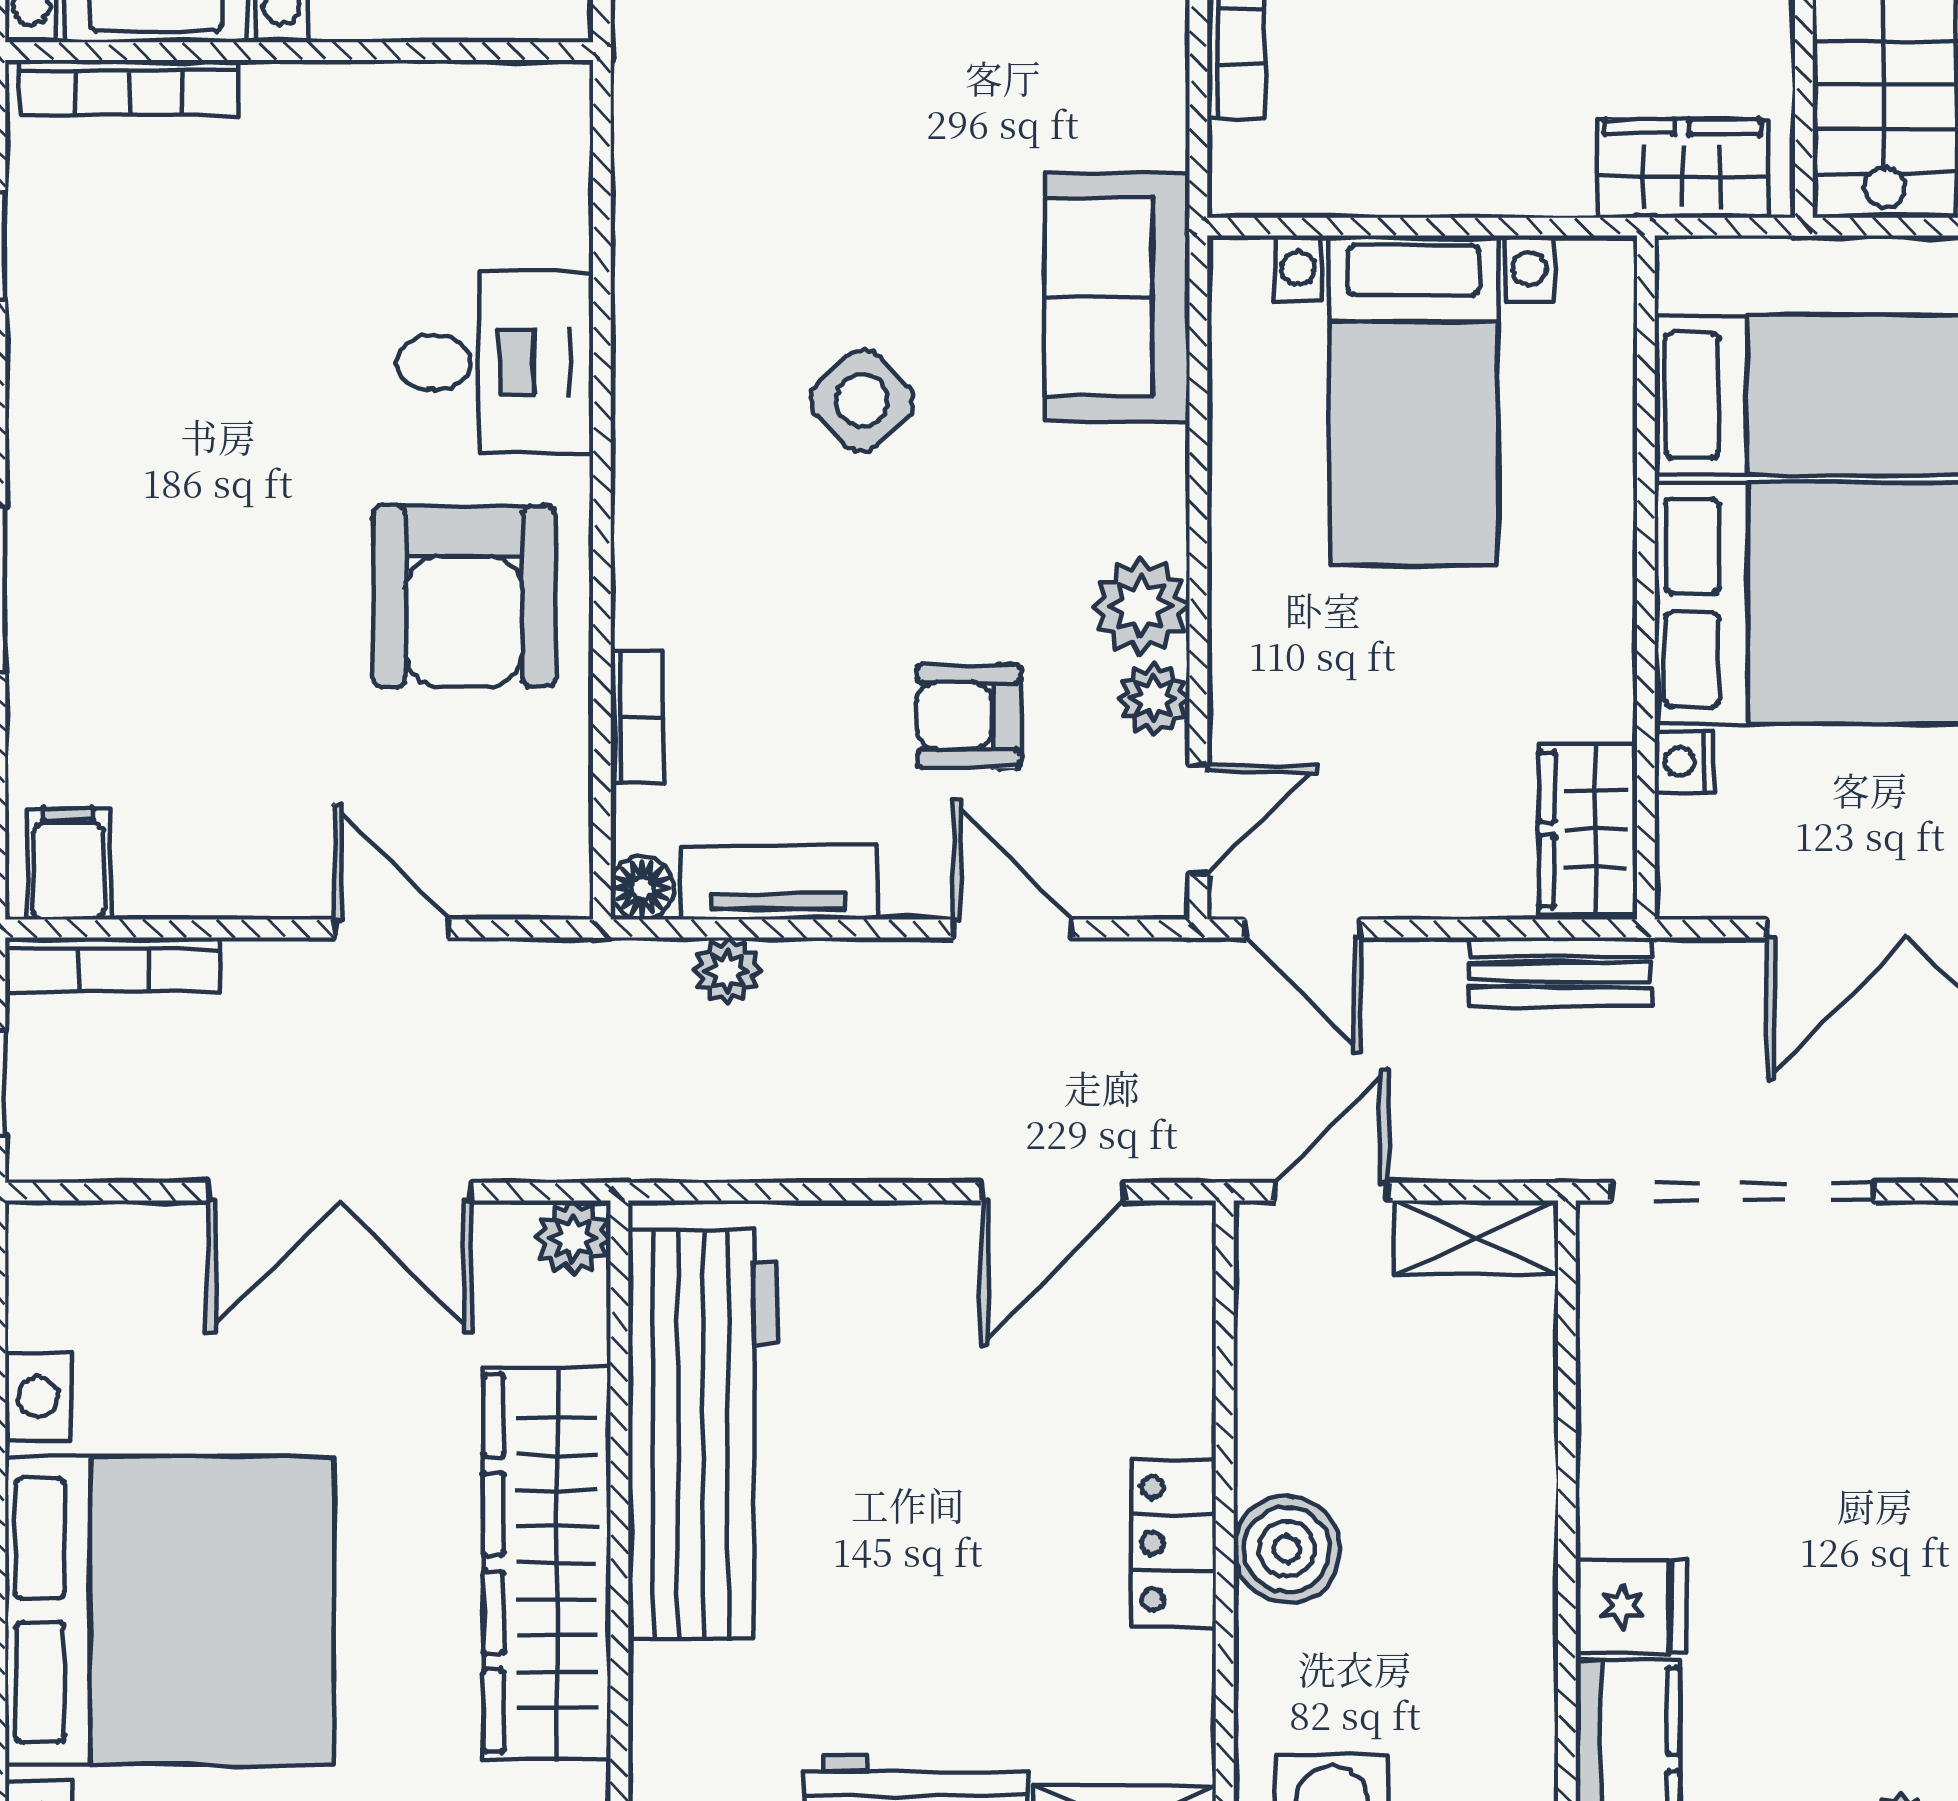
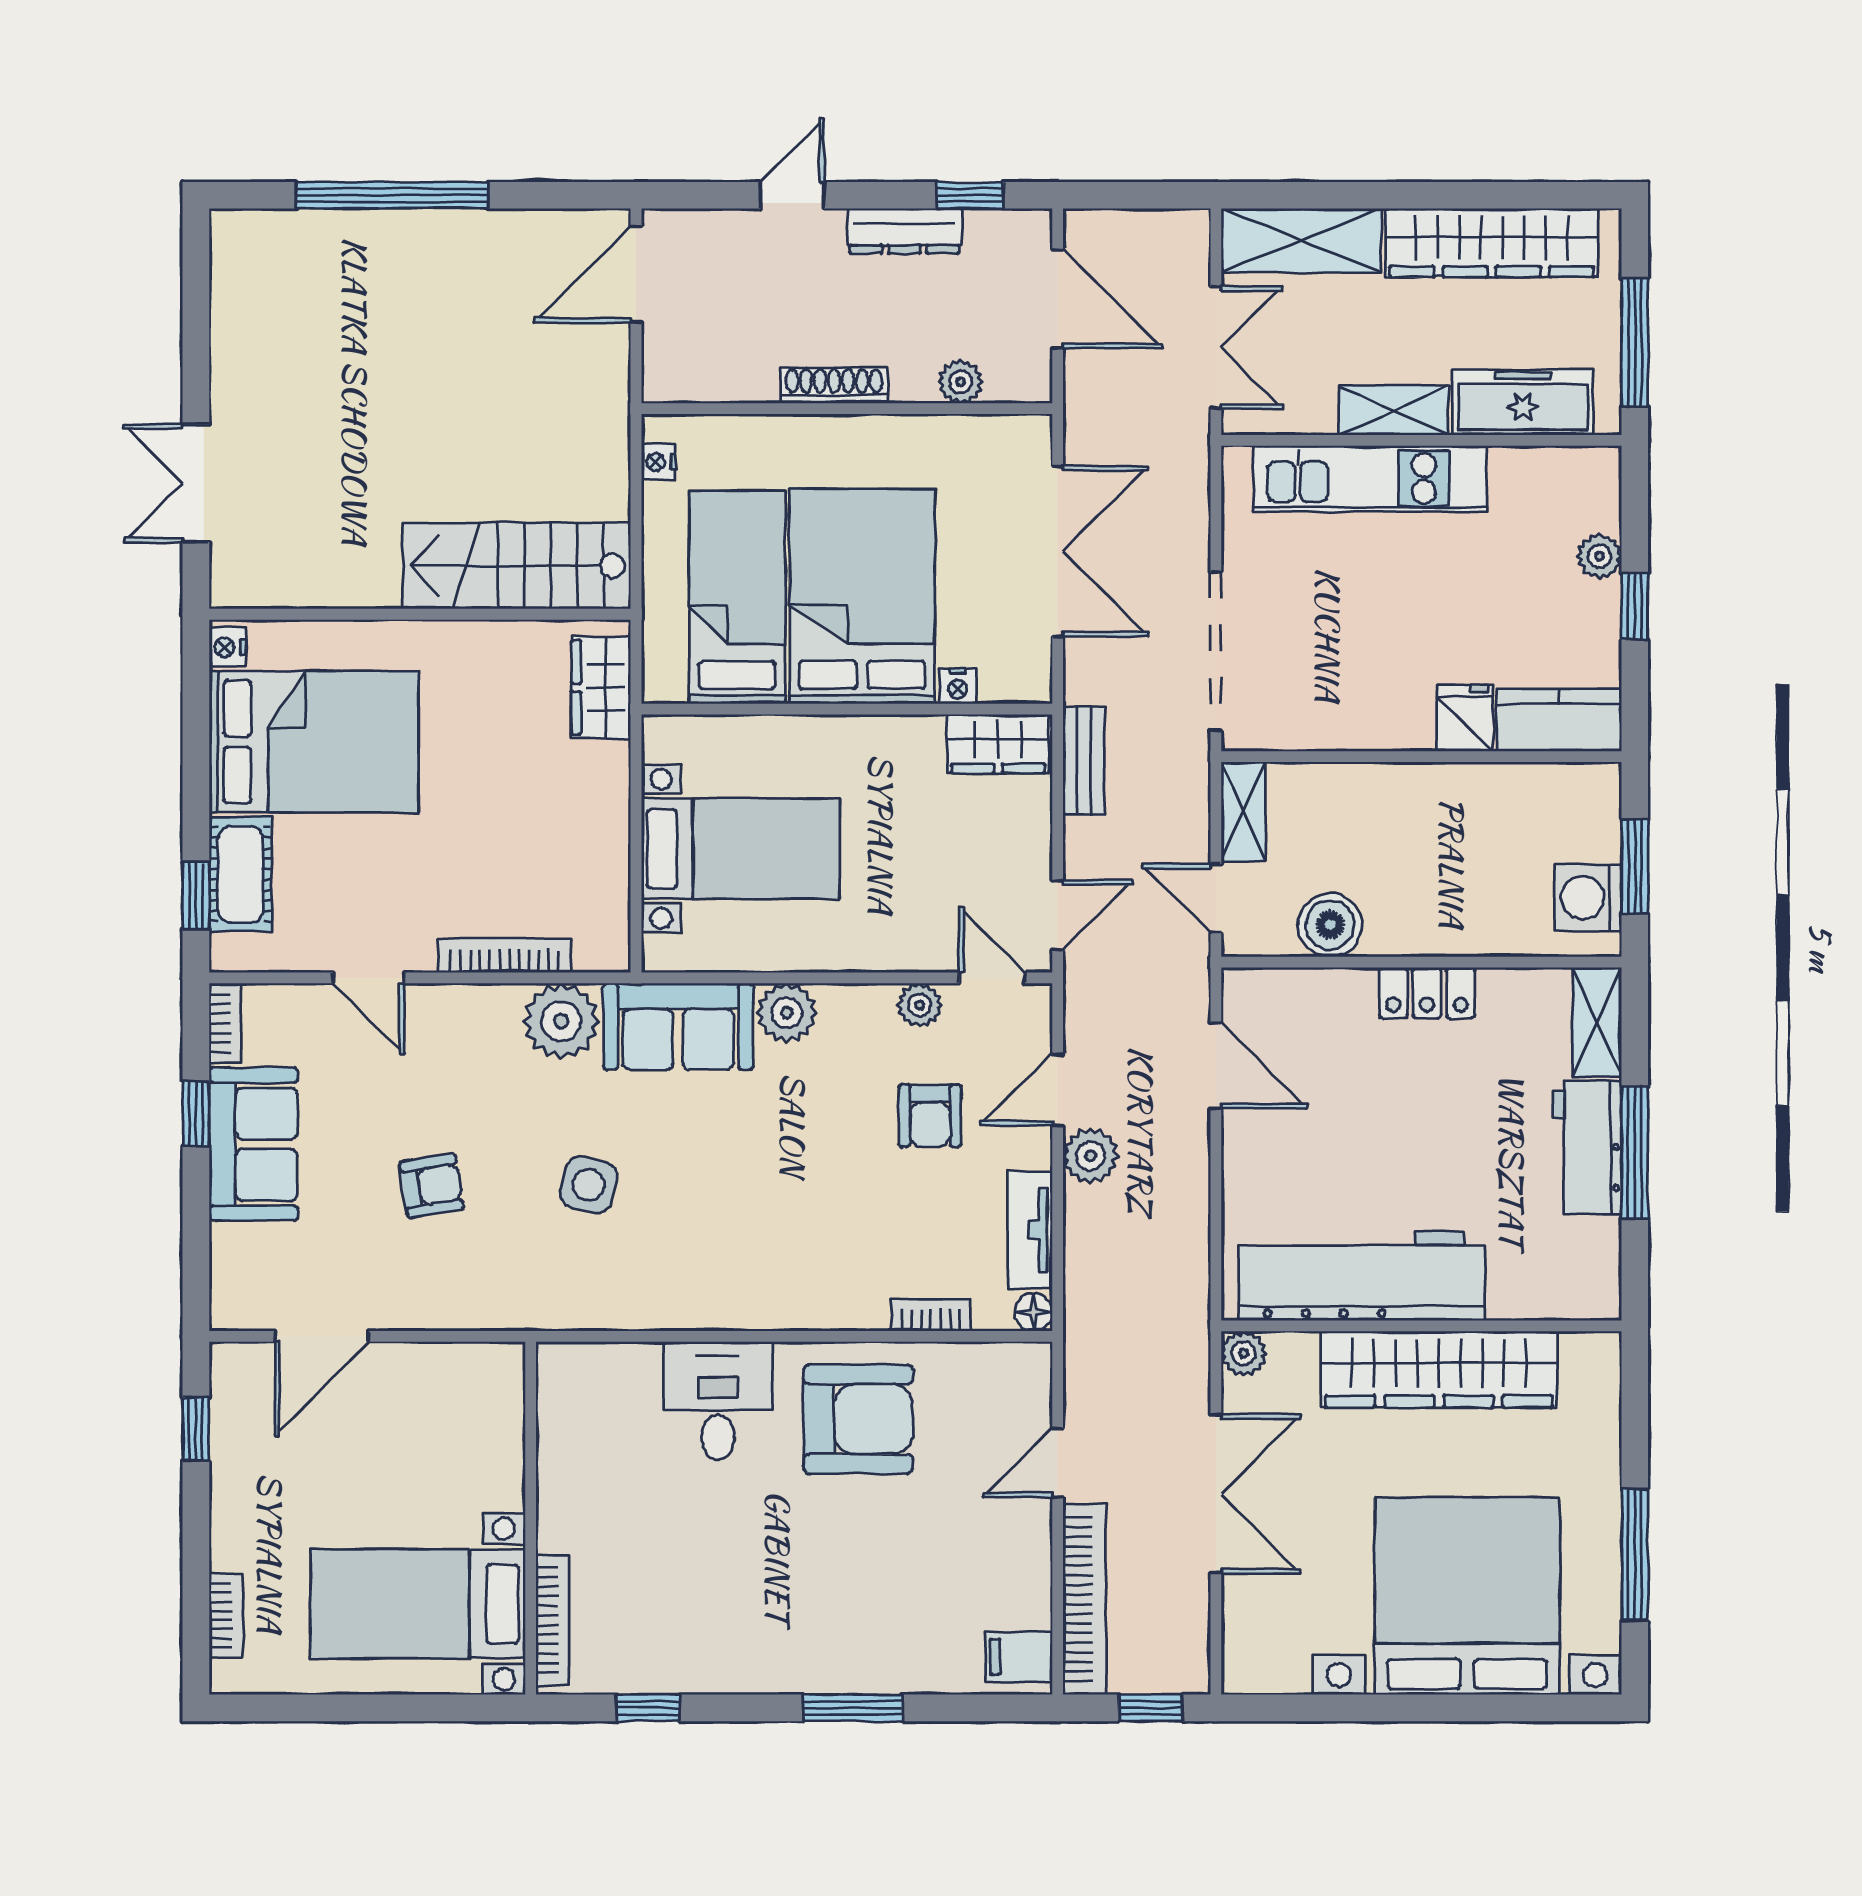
plant: (1127, 102) -> (561, 1021), added
side table: (862, 401) -> (589, 1185), moved, turned -33
plant: (1141, 606) -> (787, 1013), moved
bookcase: (112, 965) -> (1085, 1599), width x1.48, depth x1.31
plant: (727, 971) -> (1090, 1156), moved, width x1.38, depth x1.38
boiler: (1287, 1549) -> (1330, 925), moved

